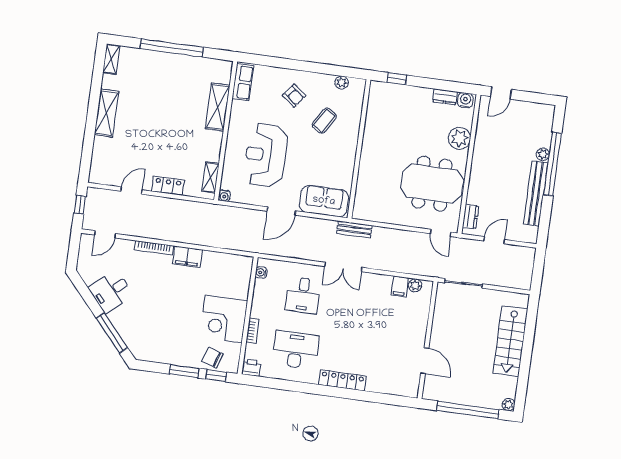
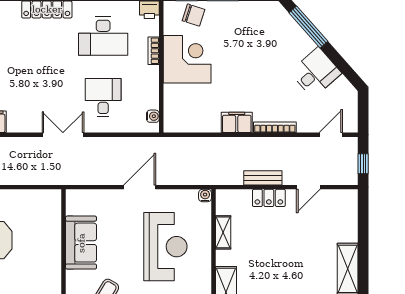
shelving: (210, 177) -> (223, 232), moved
sofa: (324, 201) -> (81, 243), moved, turned -90
bench: (354, 229) -> (263, 178), moved

